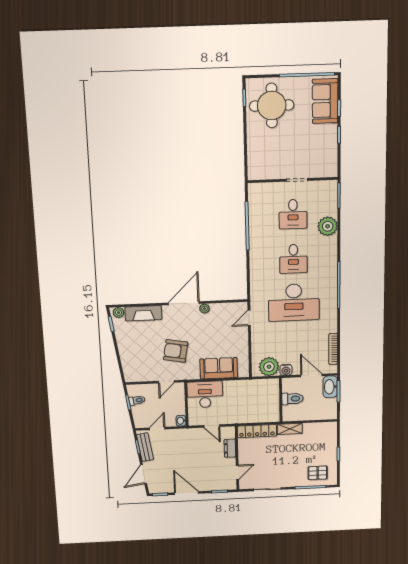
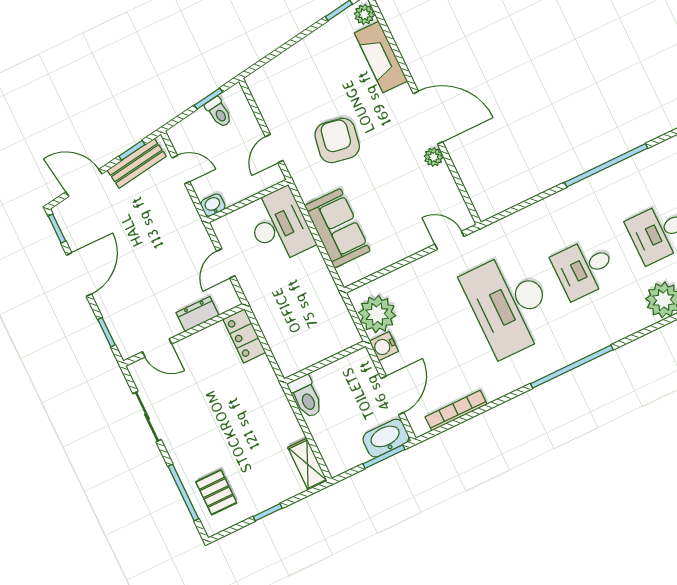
door: (166, 382) -> (274, 149), hinge flipped
toilet: (292, 399) -> (306, 397), moved
shelving: (290, 429) -> (307, 464), moved
locker: (257, 431) -> (244, 336), width x0.66

